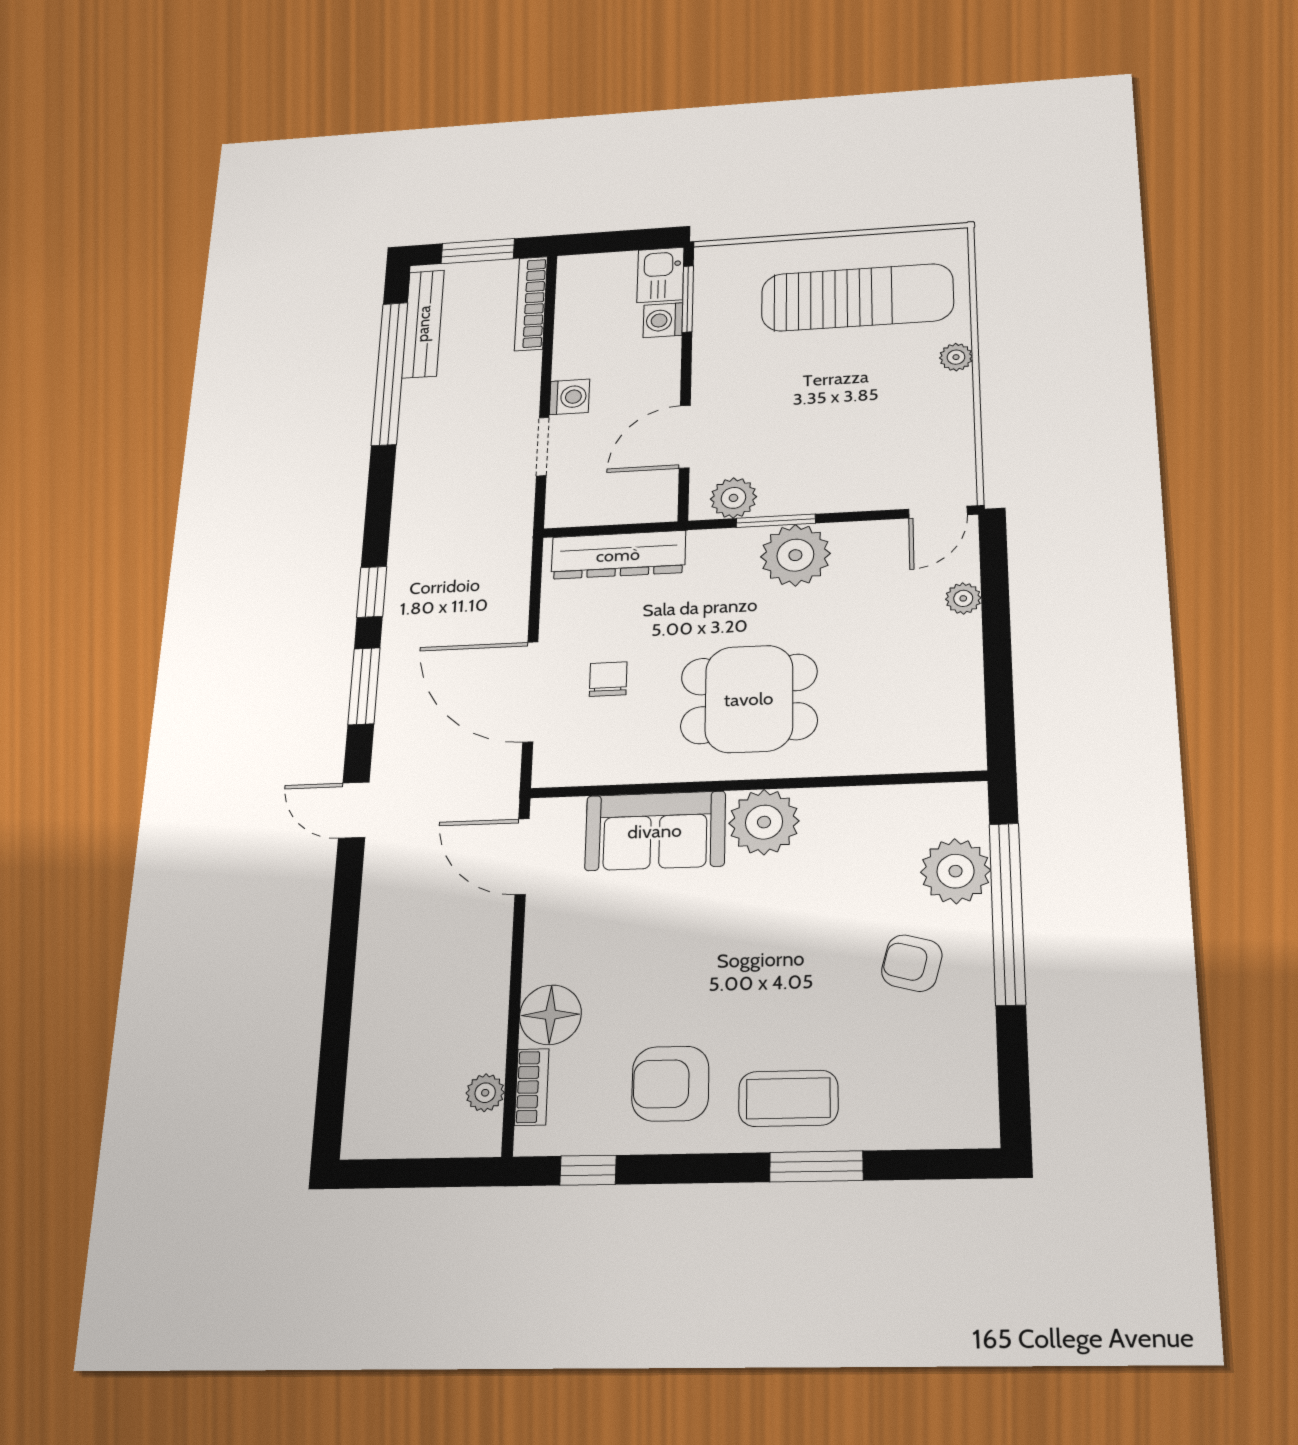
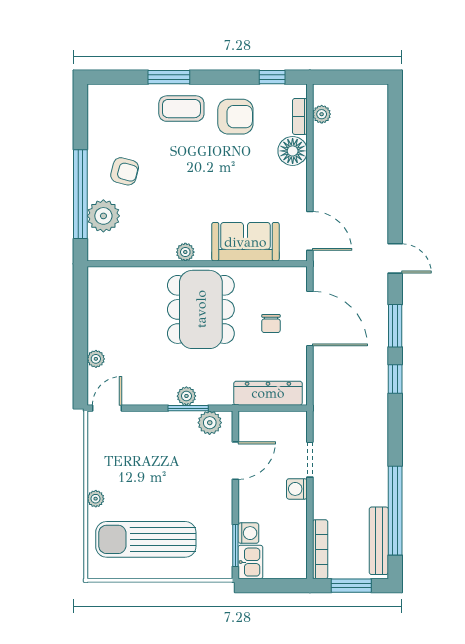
plant: (795, 555) -> (186, 396), width x0.53, depth x0.53
dining table: (749, 699) -> (201, 309), width x1.37
plant: (764, 822) -> (185, 252), width x0.53, depth x0.53

